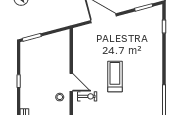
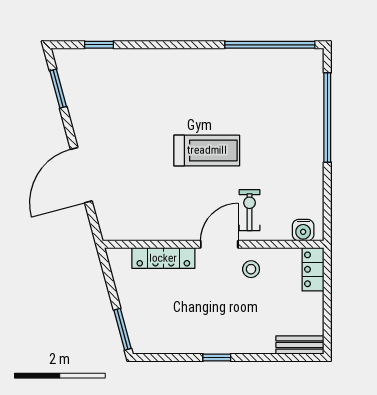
locker: (65, 56) -> (163, 258), added
treadmill: (115, 77) -> (207, 150), turned 180

